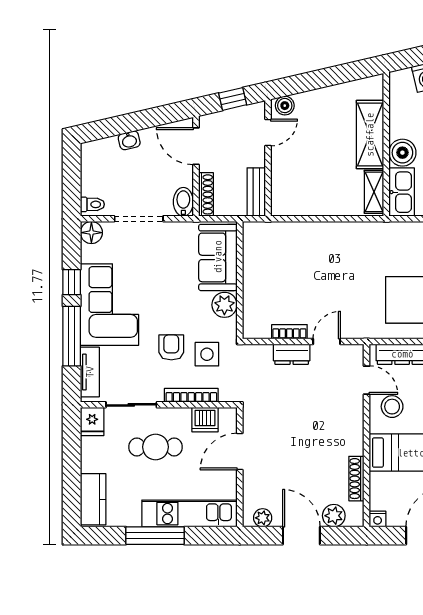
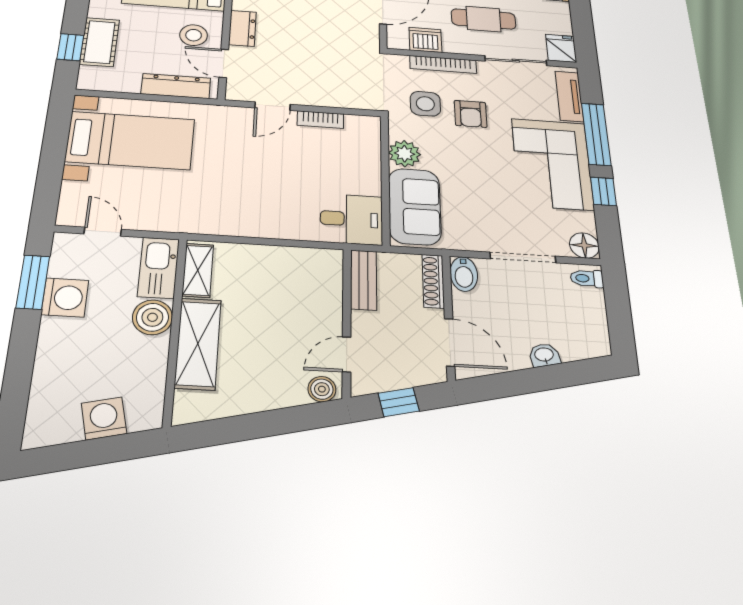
desk: (265, 243) -> (351, 219), added
dresser: (292, 354) -> (242, 28), moved, turned 90

